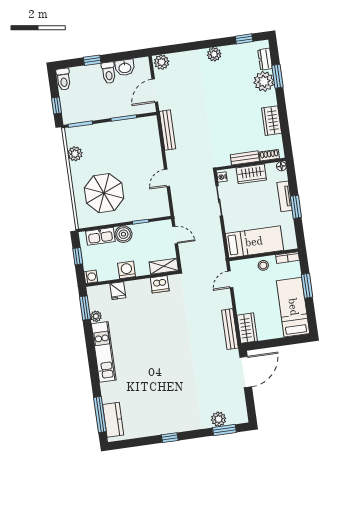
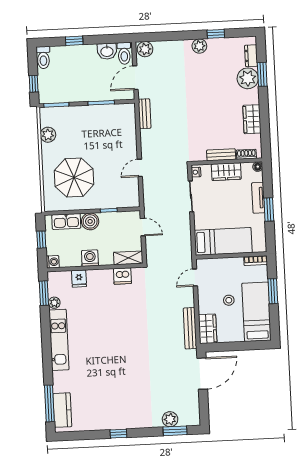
window: (244, 39) -> (216, 34), moved
toilet: (109, 73) -> (124, 53), moved
bench: (168, 130) -> (145, 114), width x0.73
stool: (263, 265) -> (229, 300), moved

